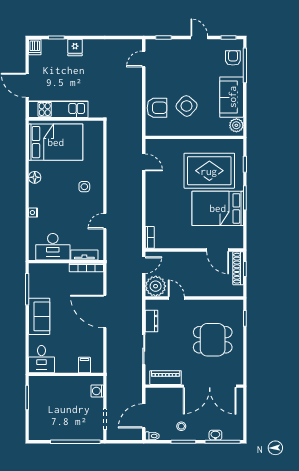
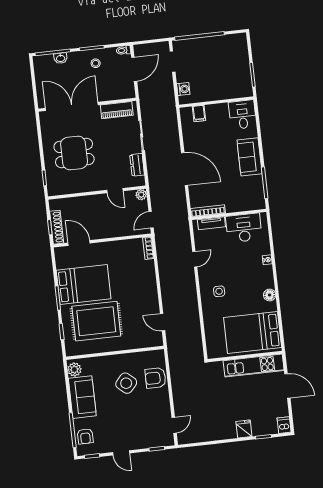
plant: (156, 286) -> (141, 195), width x0.53, depth x0.53

